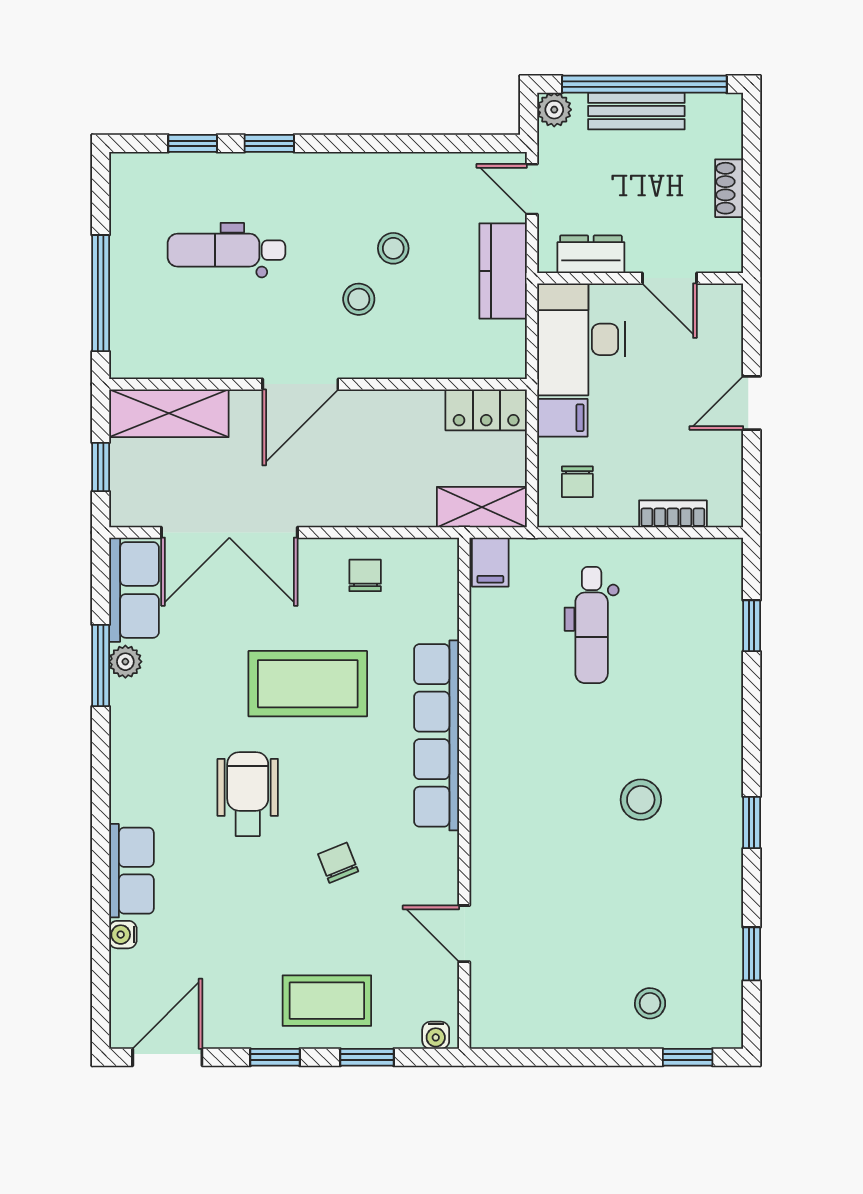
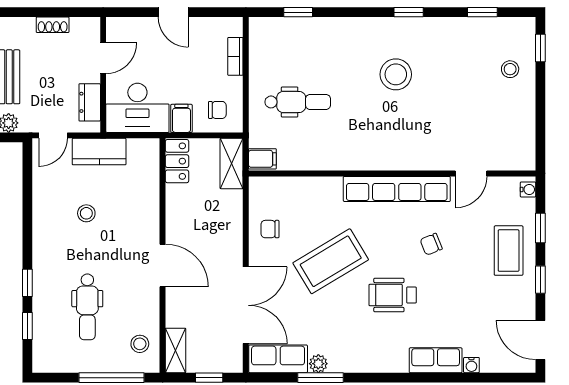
stool: (359, 299) -> (140, 344), moved
shelving: (169, 413) -> (176, 350), width x0.67, depth x0.75
coffee table: (308, 684) -> (331, 261), turned 59
row of seats: (437, 735) -> (397, 189), moved
stool: (641, 800) -> (396, 74), width x1.38, depth x1.38

